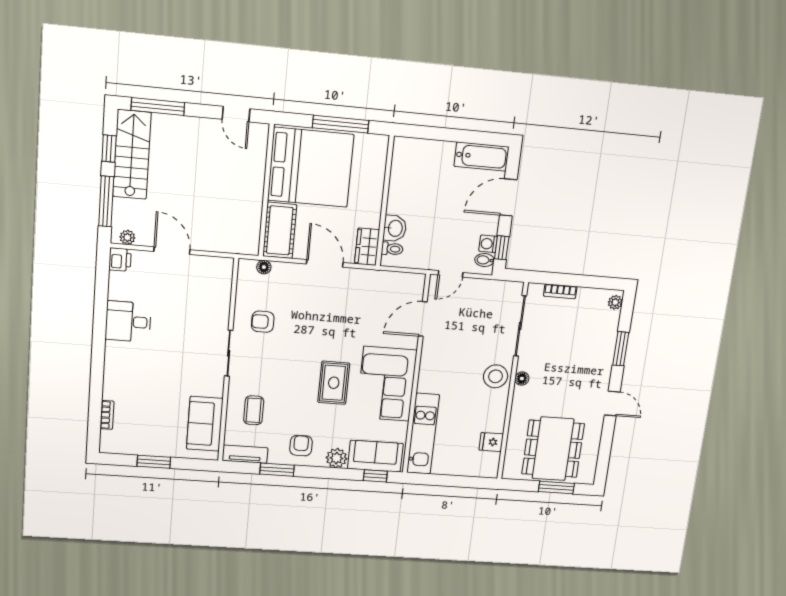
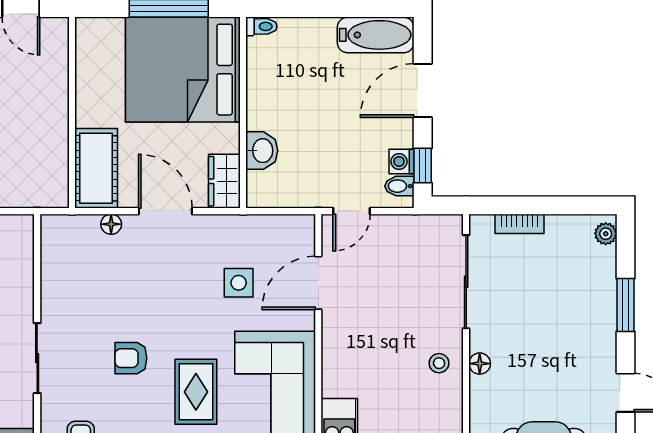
bed: (311, 167) -> (183, 70), moved, turned 180
toilet: (392, 249) -> (261, 26), moved
floor lamp: (264, 267) -> (111, 224), moved
side table: (370, 315) -> (239, 283), added
armchair: (263, 322) -> (131, 358), moved
stool: (496, 376) -> (439, 363), width x0.53, depth x0.53

